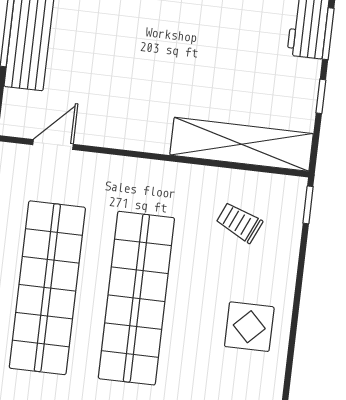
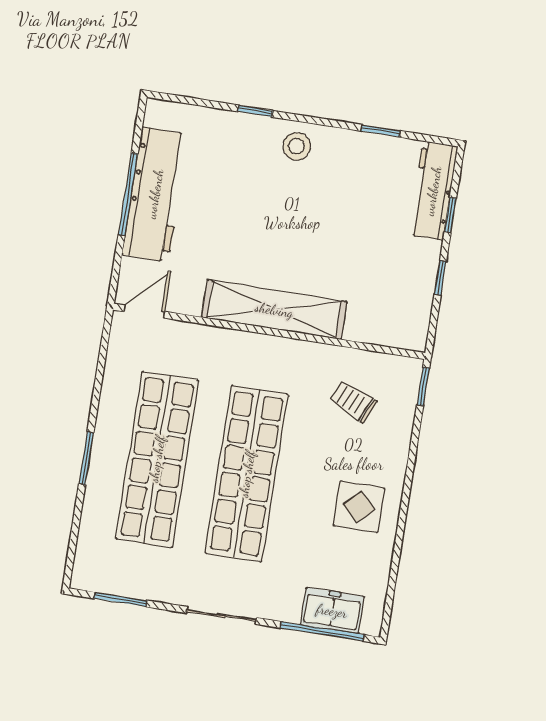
window: (328, 34) -> (450, 215), width x0.67
door: (53, 144) -> (144, 312), moved
shelving: (242, 144) -> (274, 310), moved

